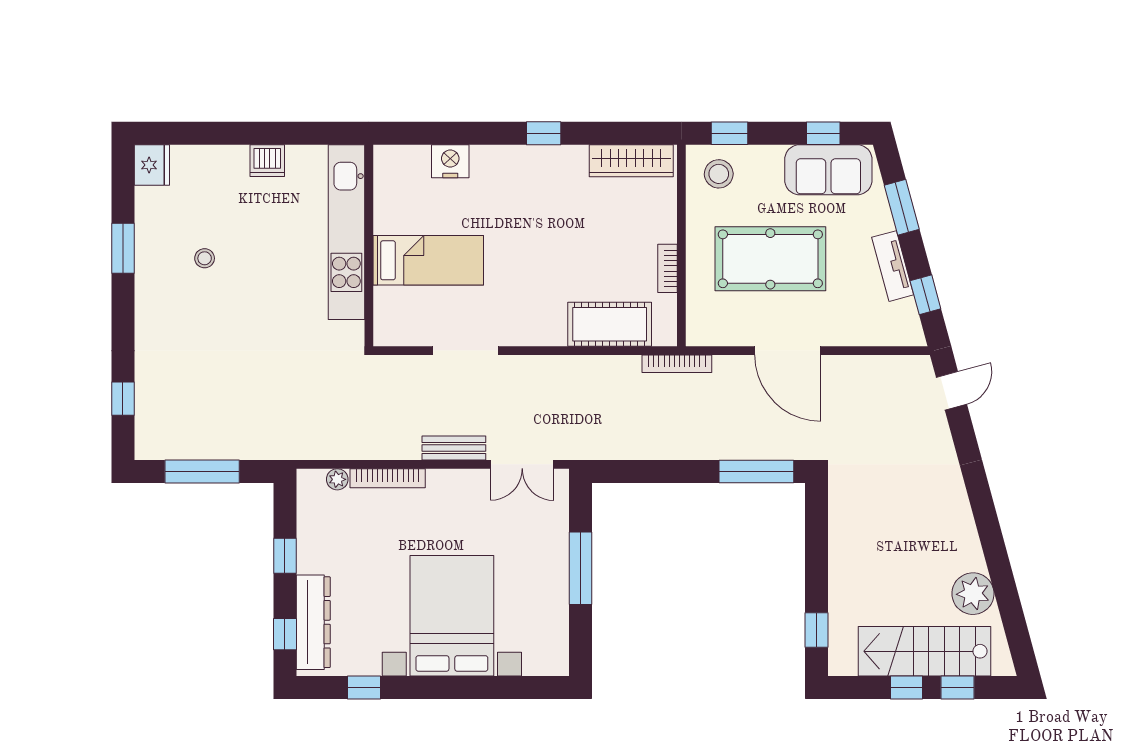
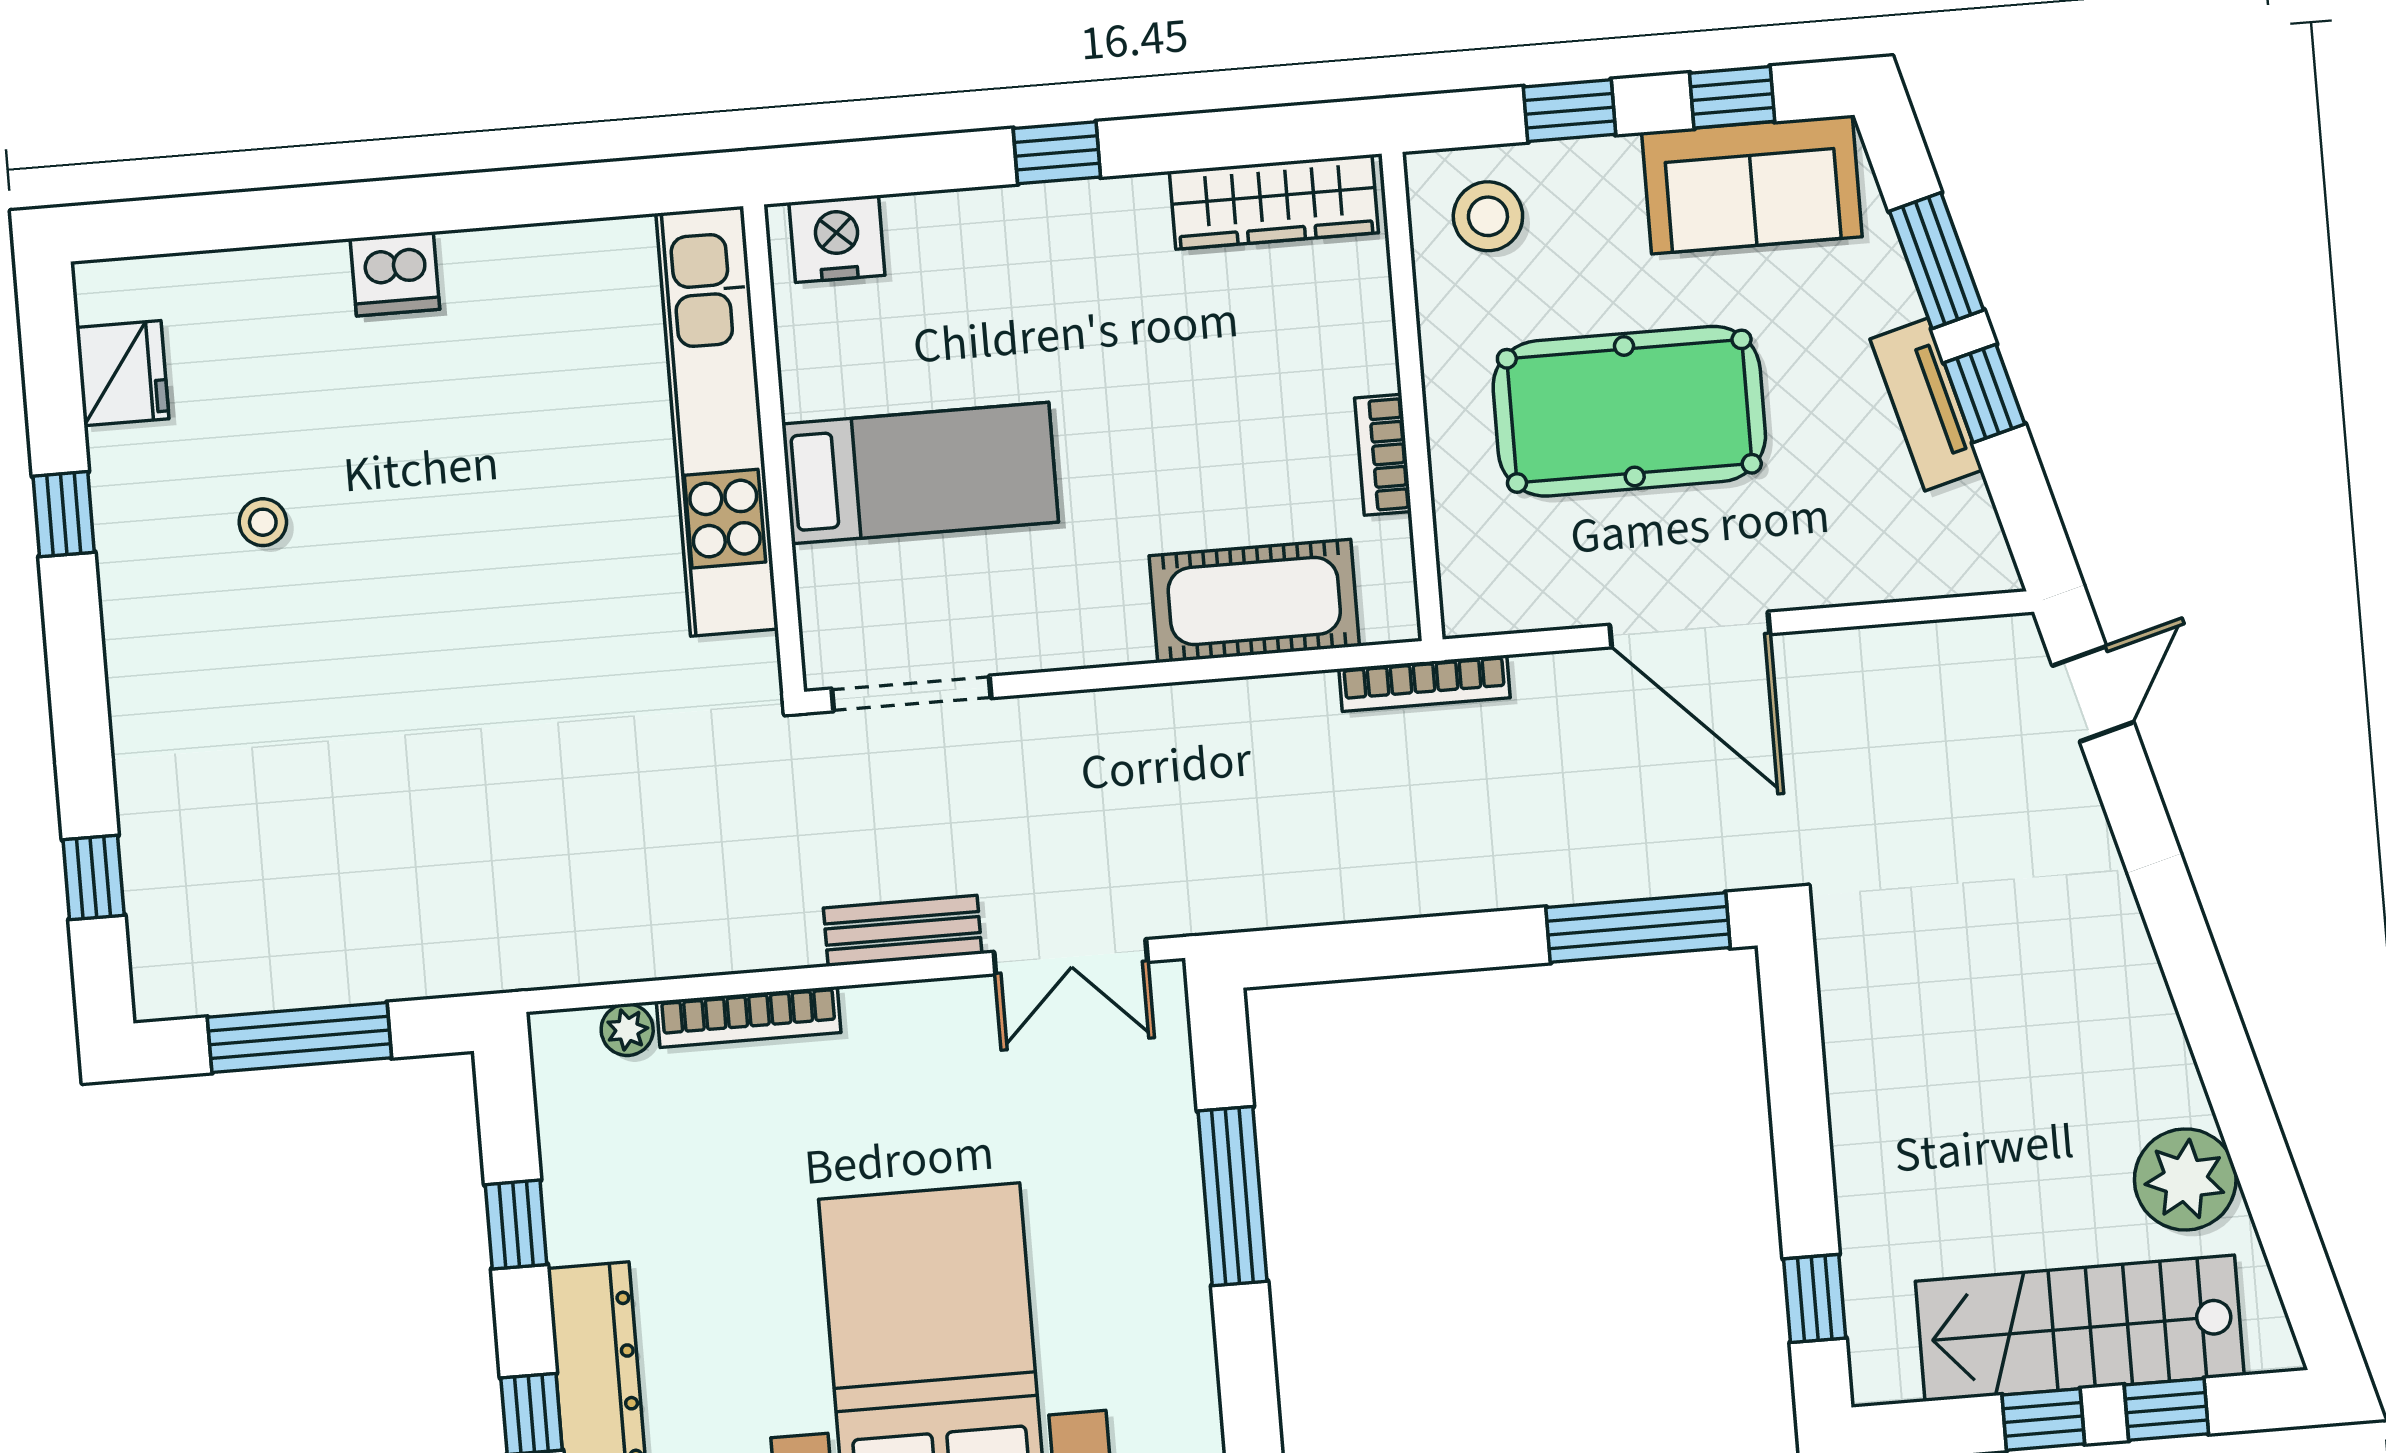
window: (729, 133) -> (1569, 111), moved
fridge: (152, 165) -> (122, 373), moved
kitchen unit: (346, 232) -> (717, 421), moved
wall: (369, 245) -> (774, 449), moved
window: (123, 248) -> (64, 514), width x0.67
bed: (428, 260) -> (920, 473), moved
window: (925, 295) -> (1984, 393), moved

